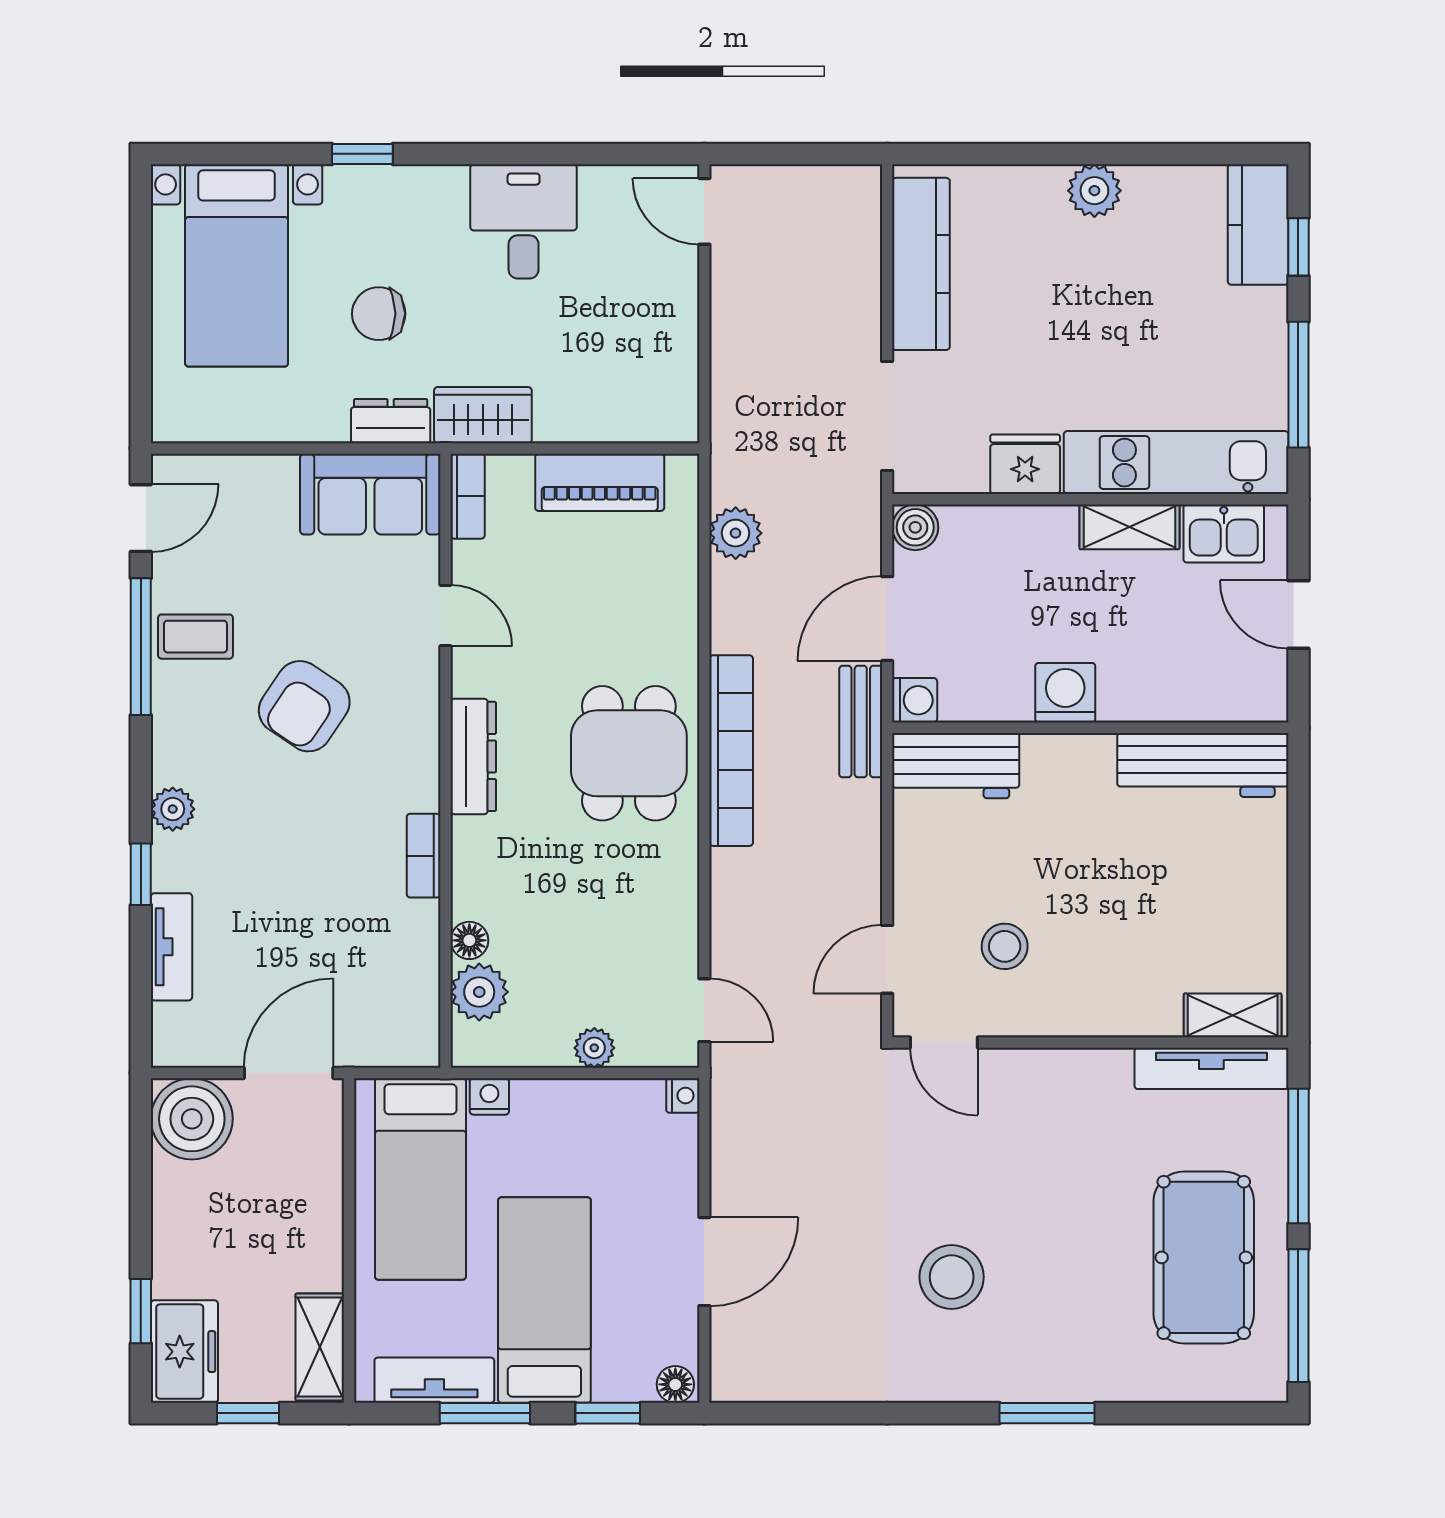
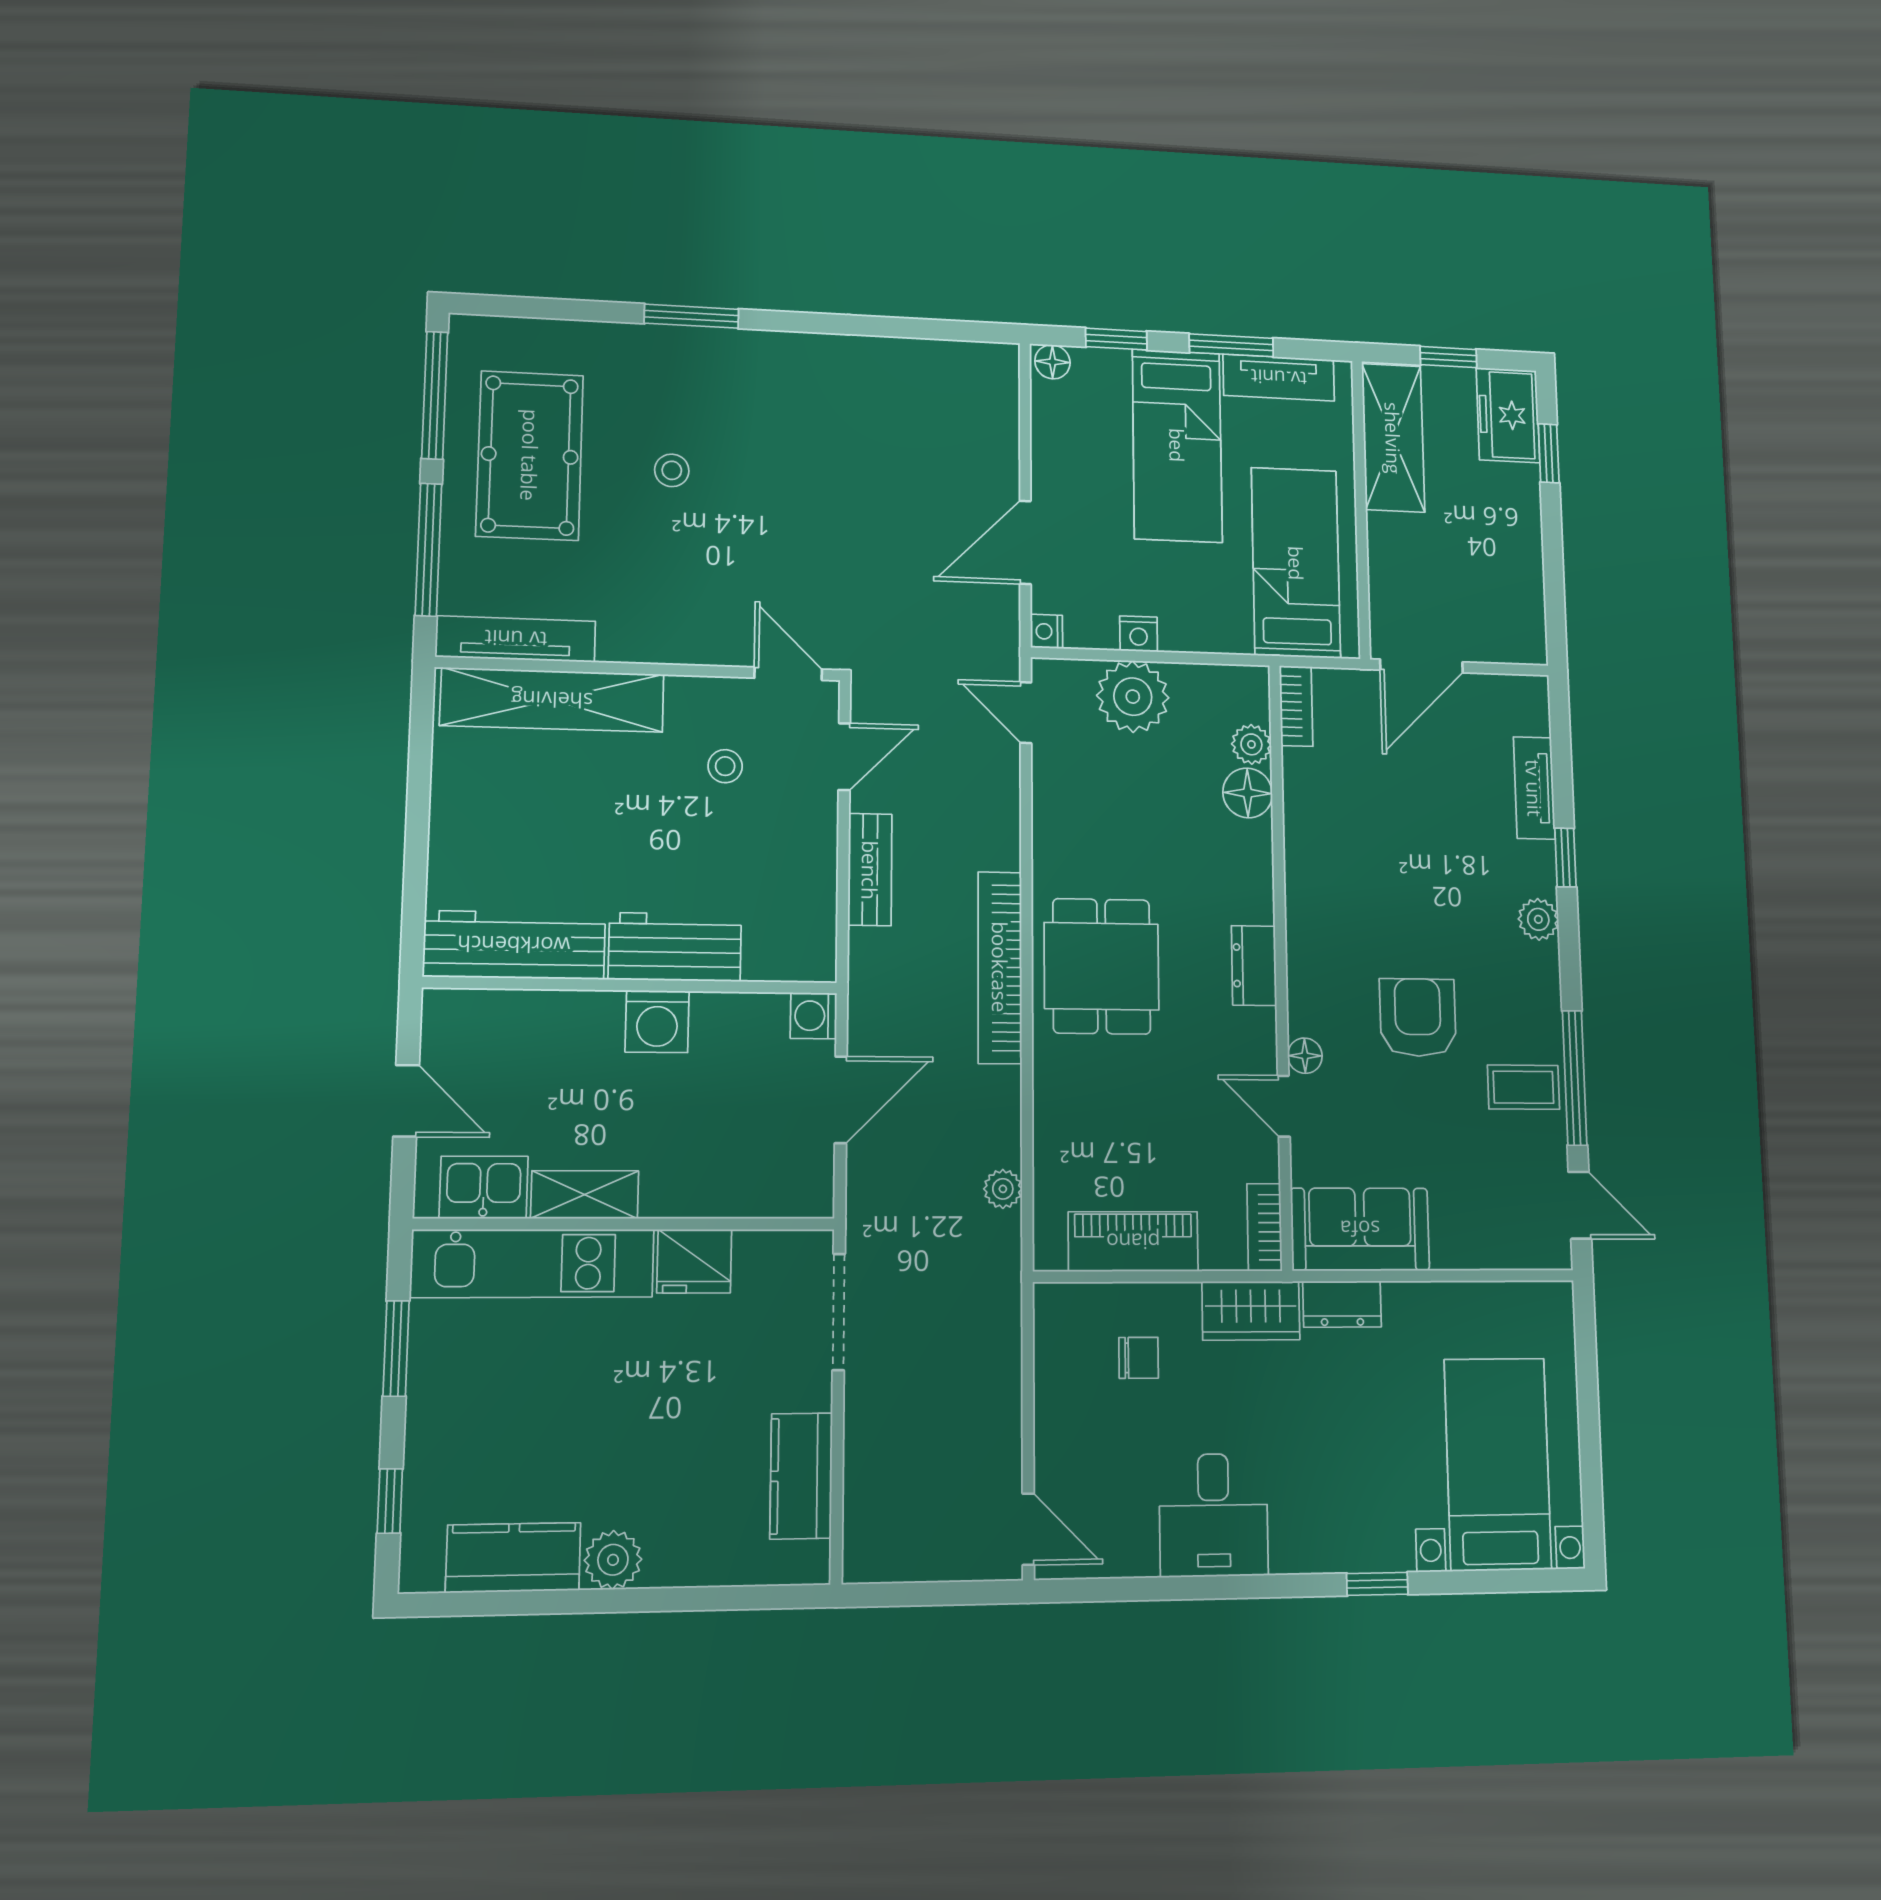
kitchen counter: (1258, 225) -> (513, 1558), moved, turned -90
kitchen counter: (921, 264) -> (801, 1476), width x0.67
chair: (379, 314) -> (1139, 1358), moved, width x0.73, depth x0.73
window: (1298, 385) -> (396, 1348), width x0.69
door: (141, 518) -> (1580, 1205), swing flipped
boiler: (915, 527) -> (811, 1195), removed
plant: (736, 533) -> (1003, 1189), width x0.73, depth x0.73
floor lamp: (423, 666) -> (1305, 1056), added
armchair: (304, 706) -> (1418, 1017), turned -34
bench: (861, 722) -> (870, 870), moved
dresser: (473, 756) -> (1254, 966), width x0.70
workbench: (956, 766) -> (675, 947), moved
bookcase: (424, 856) -> (1296, 706), moved
floor lamp: (469, 940) -> (1248, 793), width x1.37, depth x1.37
stool: (1005, 946) -> (725, 766), width x0.73, depth x0.73
plant: (479, 992) -> (1251, 744), width x0.73, depth x0.73
shelving: (1233, 1015) -> (552, 700), width x2.20, depth x1.33
plant: (594, 1048) -> (1133, 697), width x1.88, depth x1.88
nightstand: (489, 1096) -> (1139, 634), moved
boiler: (192, 1119) -> (1509, 627), removed
door: (704, 1262) -> (1025, 542), moved
stool: (952, 1277) -> (672, 470), moved, width x0.53, depth x0.53
shelving: (320, 1347) -> (1393, 438), width x1.50, depth x1.33

